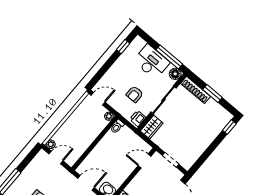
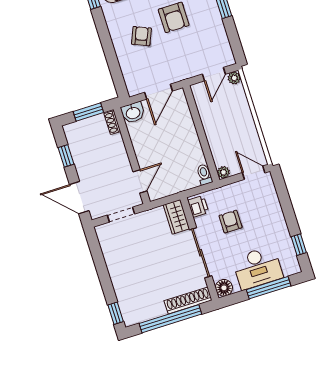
window: (169, 57) -> (269, 288), moved
window: (213, 93) -> (170, 319), width x2.11
door: (98, 99) -> (254, 173), swing flipped

